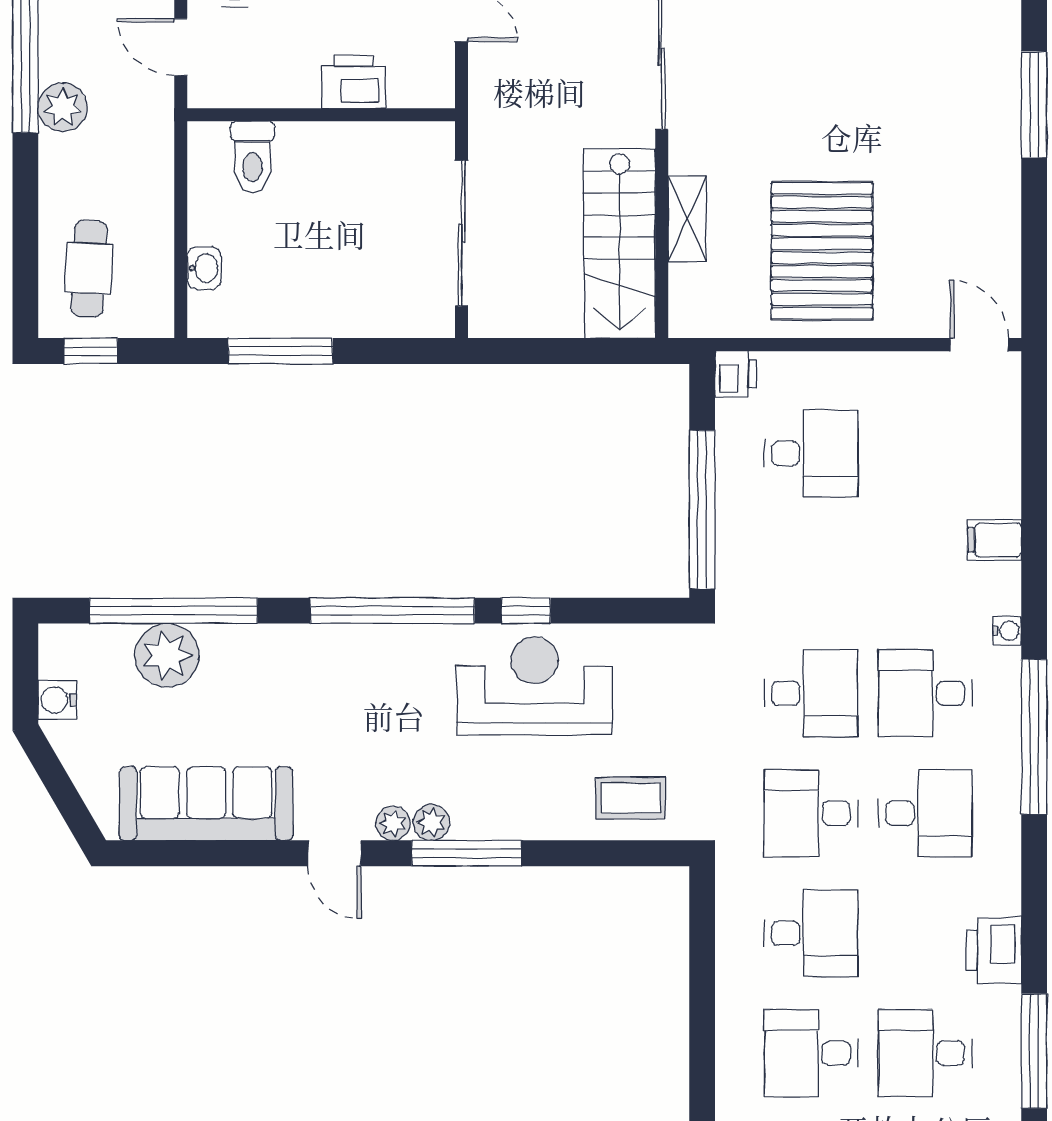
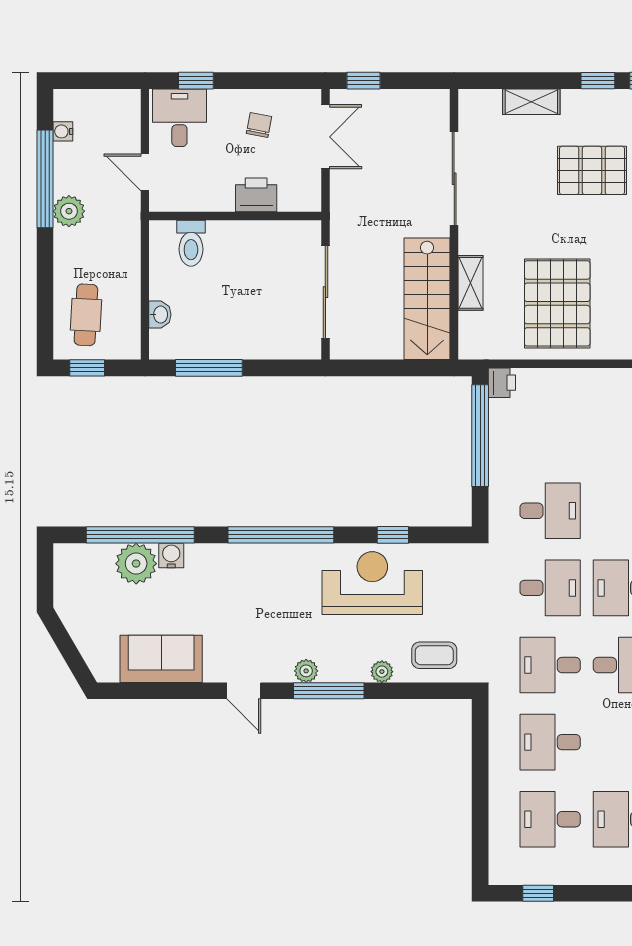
pallet: (876, 44) -> (592, 170), added
desk: (811, 453) -> (550, 511), moved
window: (702, 510) -> (480, 436), moved
window: (526, 611) -> (393, 535), moved
water cooler: (57, 700) -> (171, 555), moved, turned 90
sofa: (206, 804) -> (161, 659), width x0.73
plant: (393, 823) -> (382, 672), moved
desk: (811, 933) -> (550, 742), turned 180

